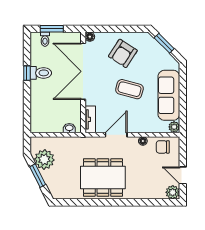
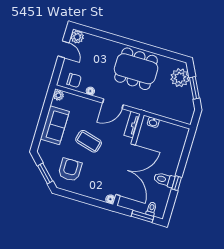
armchair: (123, 53) -> (70, 170), moved, turned -33
sofa: (169, 95) -> (55, 125), width x0.73
plant: (44, 159) -> (180, 78), moved

